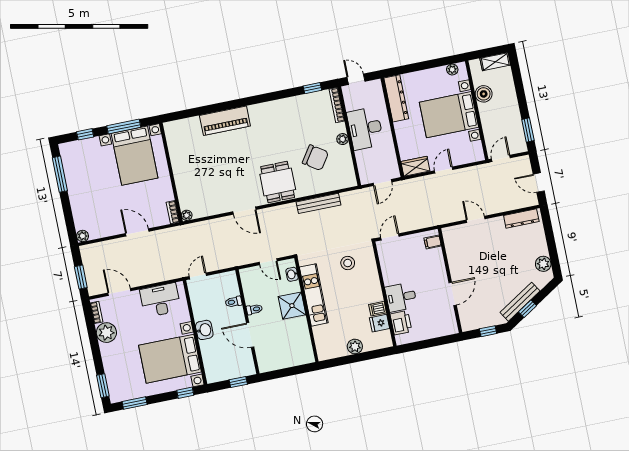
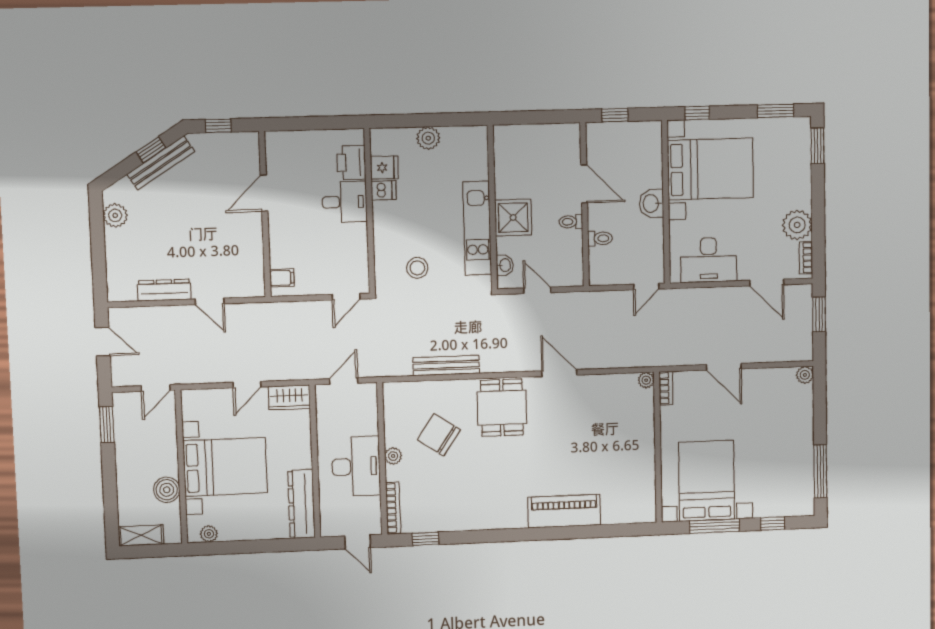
dresser: (521, 219) -> (164, 290), moved

